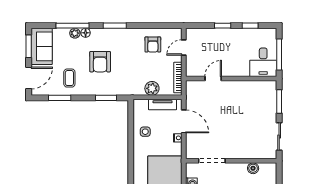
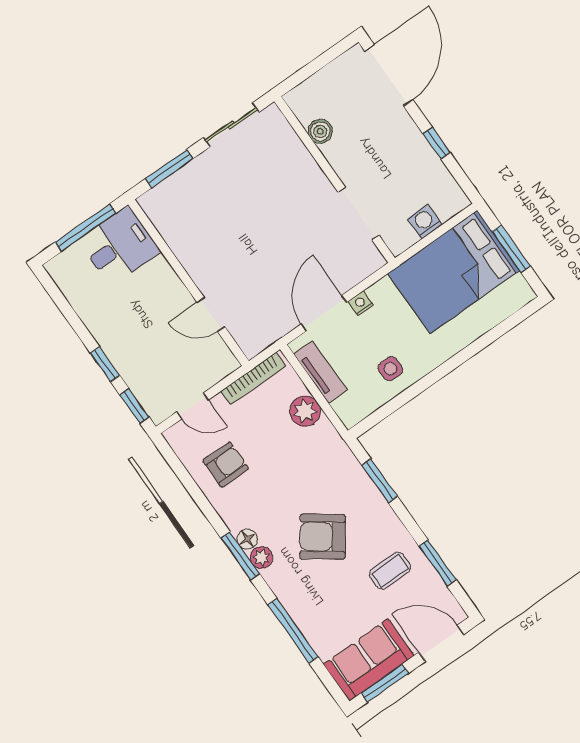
window: (250, 26) -> (134, 406), moved
plant: (75, 33) -> (261, 558), moved
floor lamp: (86, 33) -> (247, 539), moved
armchair: (100, 62) -> (323, 537), turned -144

